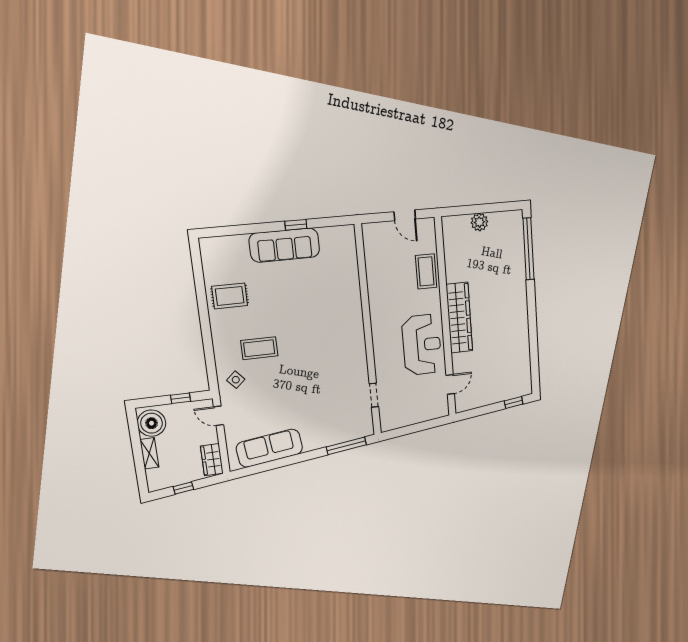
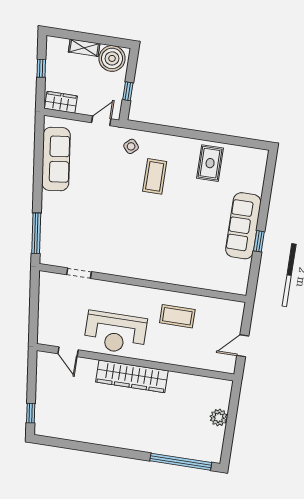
coffee table: (426, 271) -> (177, 316), moved

